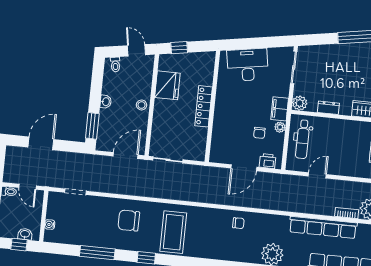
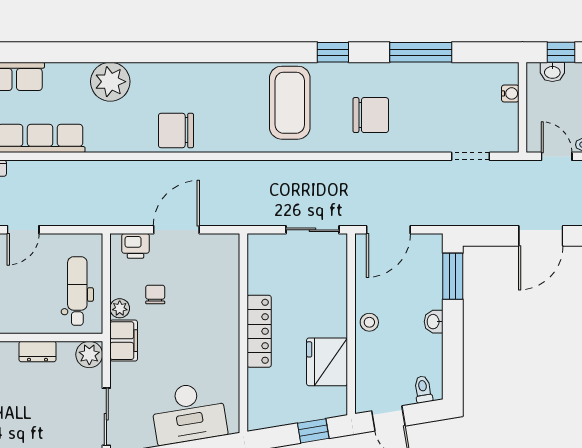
door: (317, 175) -> (23, 230), moved
chair: (238, 223) -> (176, 130), width x1.87, depth x1.87

